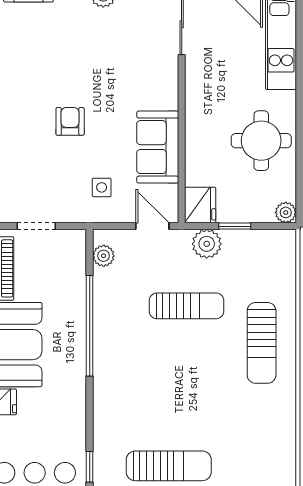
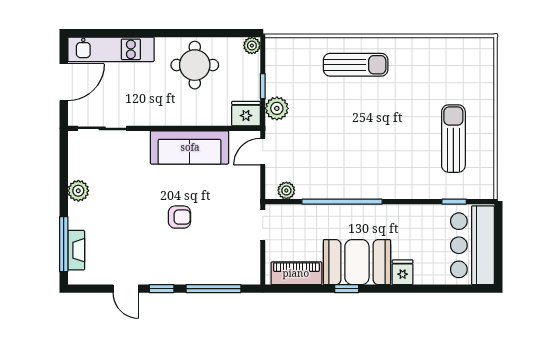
armchair: (70, 121) -> (179, 217), turned 180
sofa: (158, 147) -> (190, 147), width x1.36
side table: (102, 187) -> (232, 192), removed
doorway: (36, 226) -> (263, 225), moved
sun lounger: (186, 306) -> (326, 124), removed

